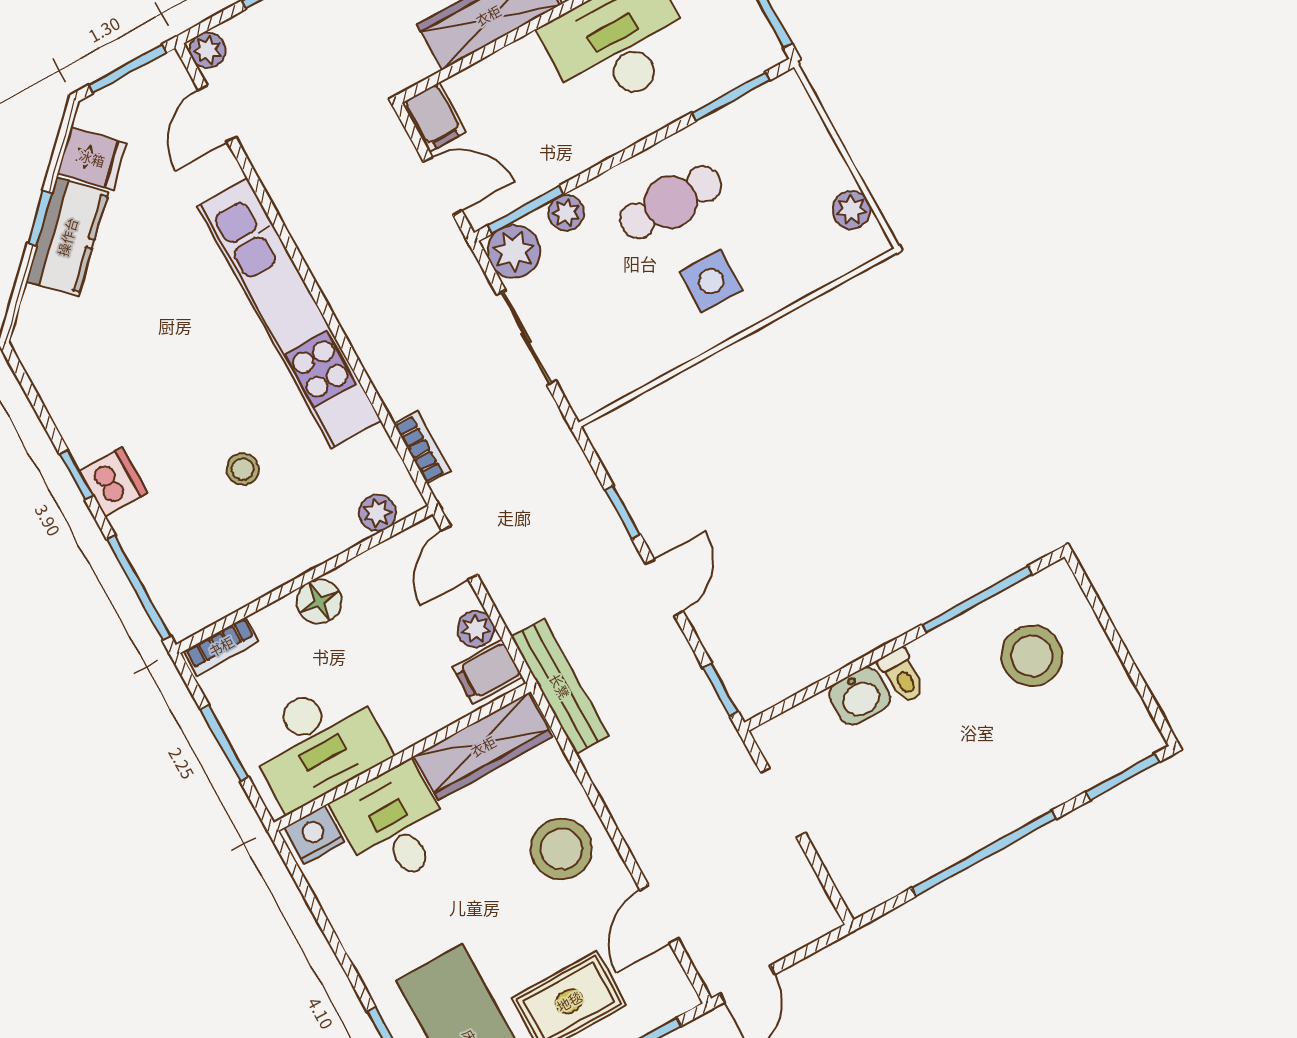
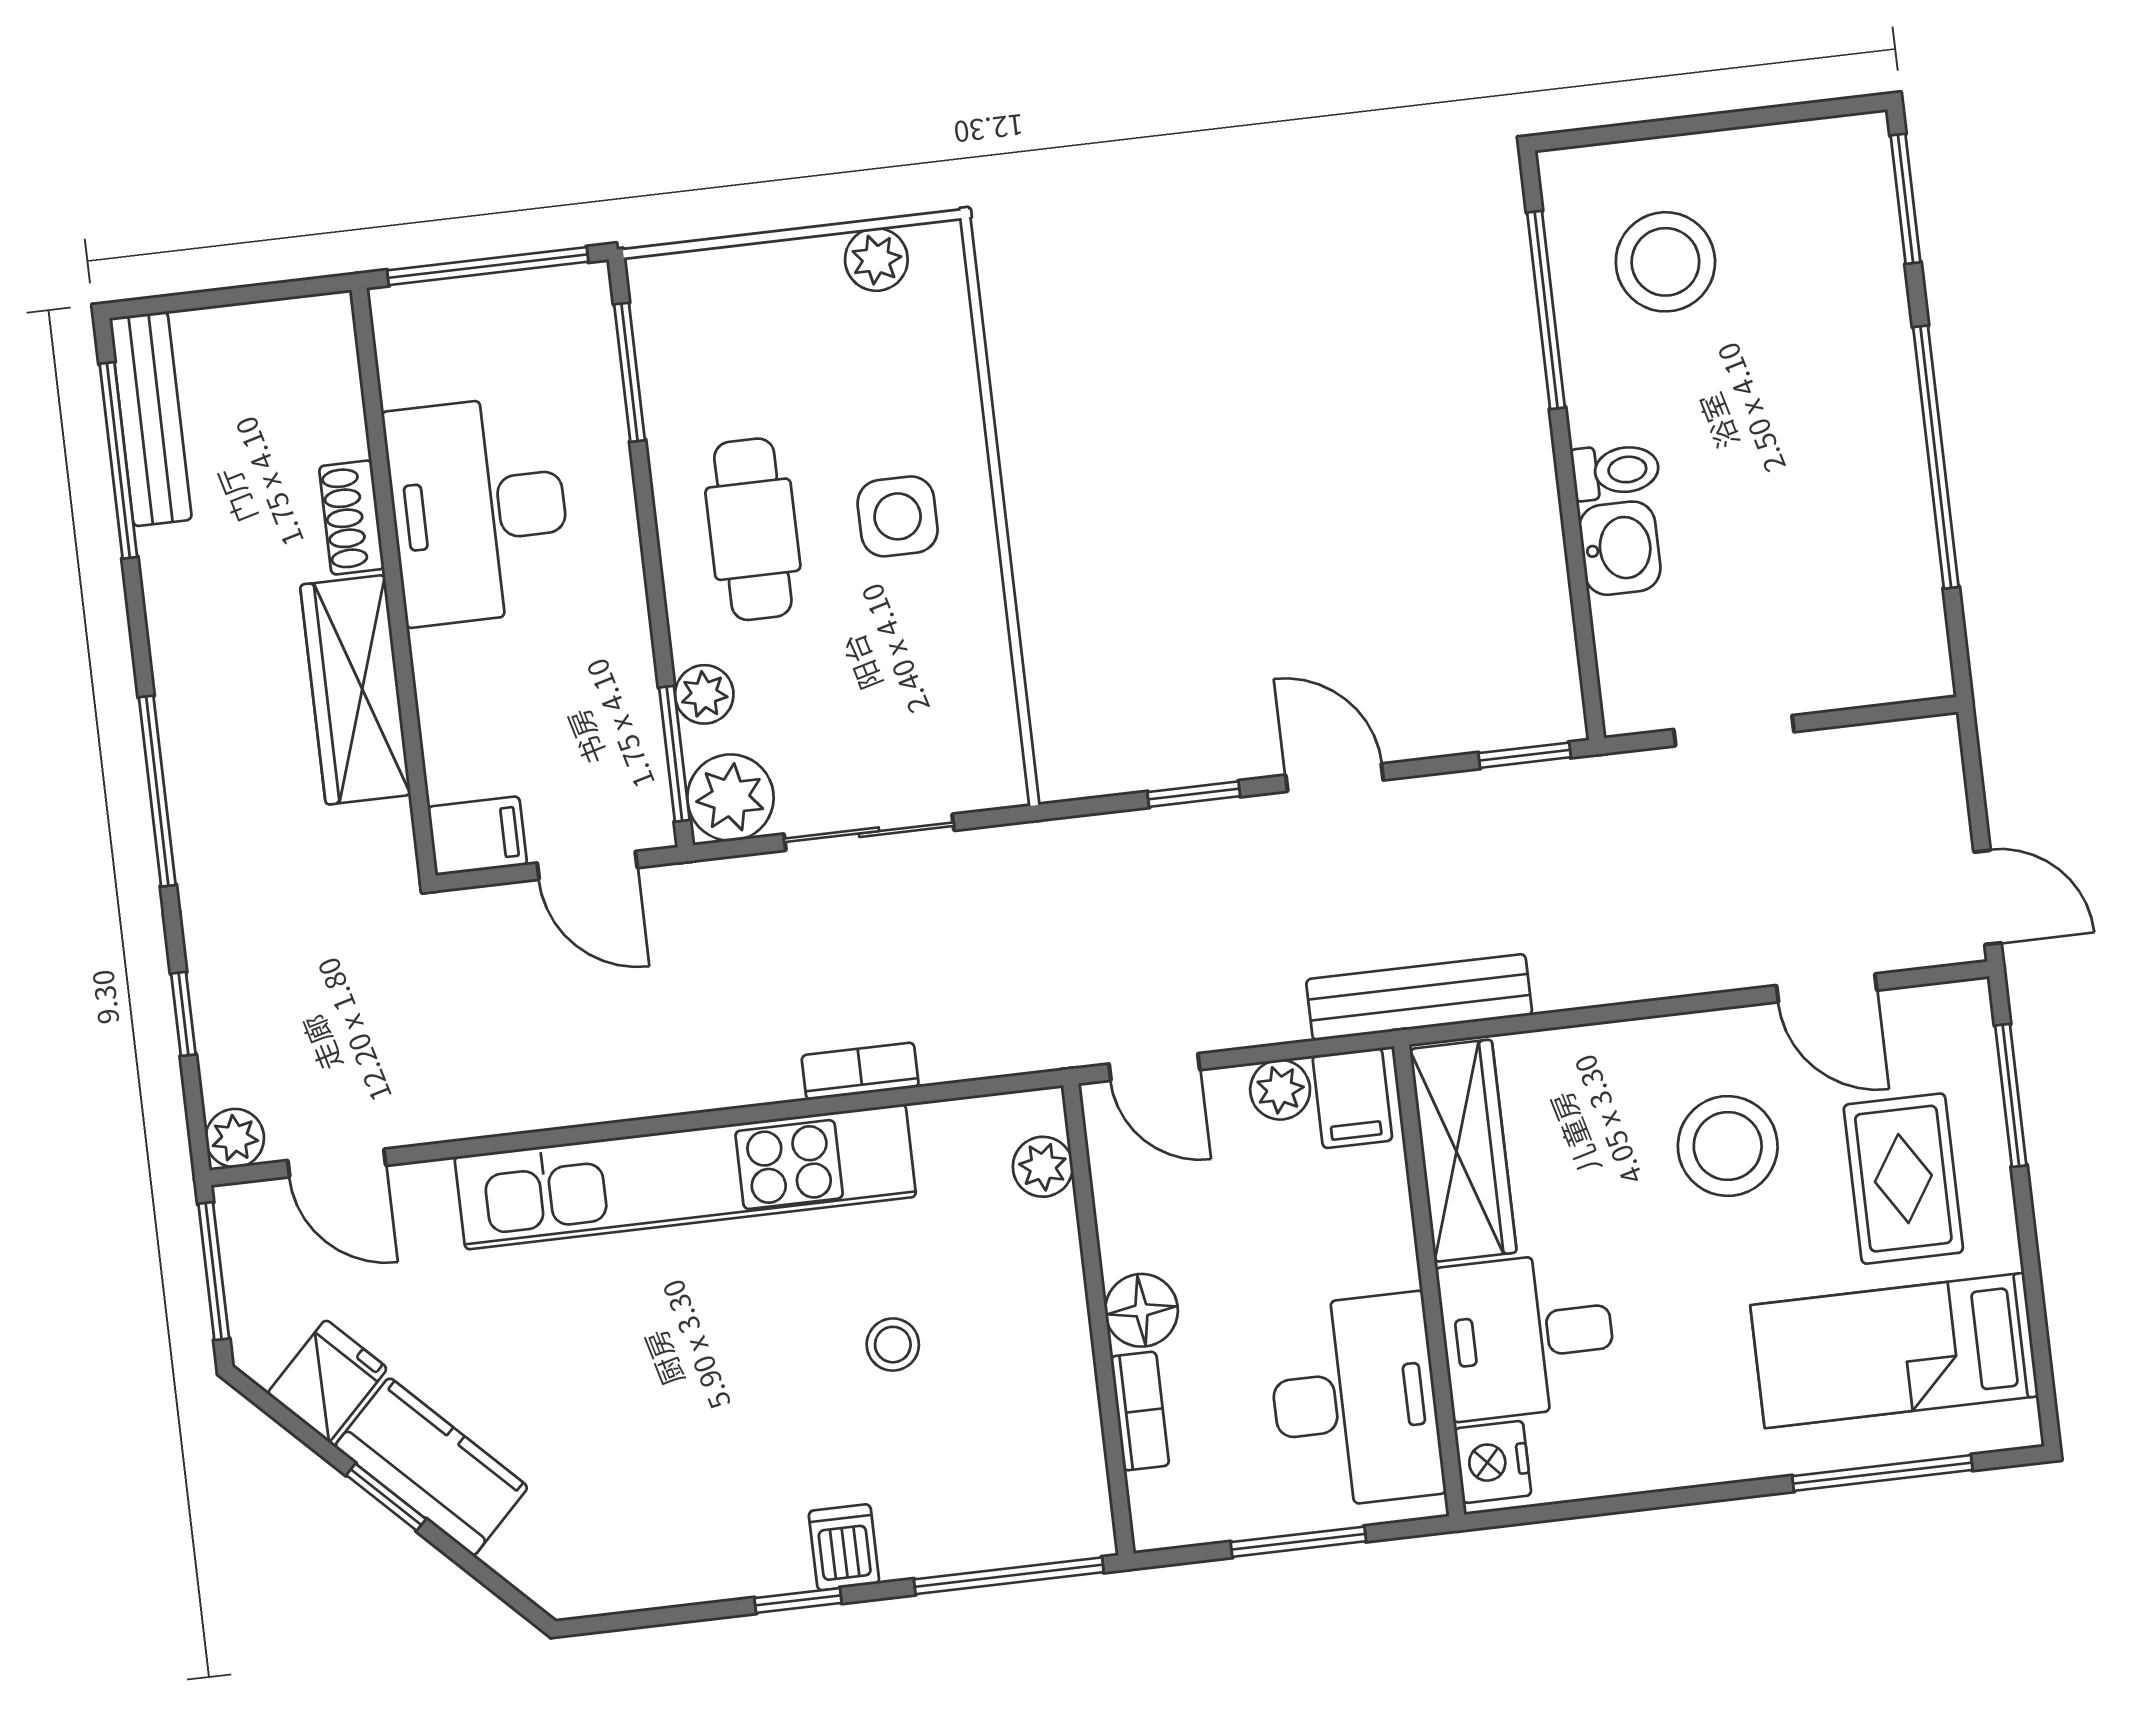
door: (443, 186) -> (587, 865), swing flipped
bookcase: (422, 447) -> (860, 1071), moved
dishwasher: (113, 482) -> (844, 1547), width x0.73
bookcase: (221, 646) -> (1140, 1411), moved
stool: (561, 849) -> (1728, 1146), moved

